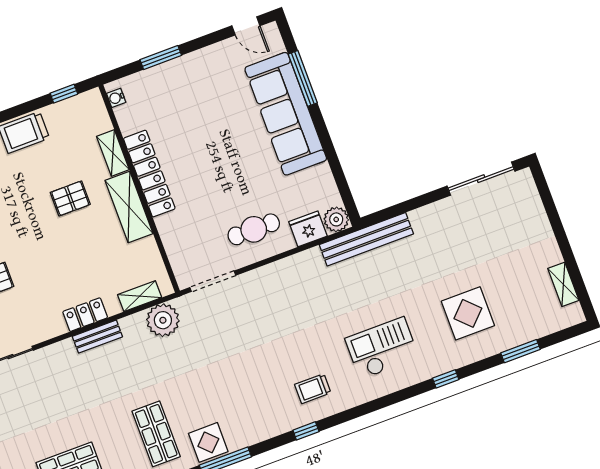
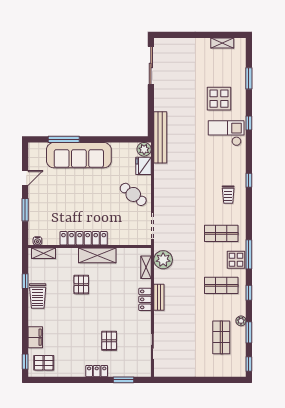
door: (246, 26) -> (25, 178), moved
window: (64, 94) -> (25, 281), moved
shelving: (113, 153) -> (44, 253), moved
cafe table: (254, 229) -> (133, 194), turned -52
checkout: (382, 348) -> (226, 133), moved, turned 90
shop shelf: (243, 401) -> (221, 233), added
window: (306, 431) -> (249, 180), moved

